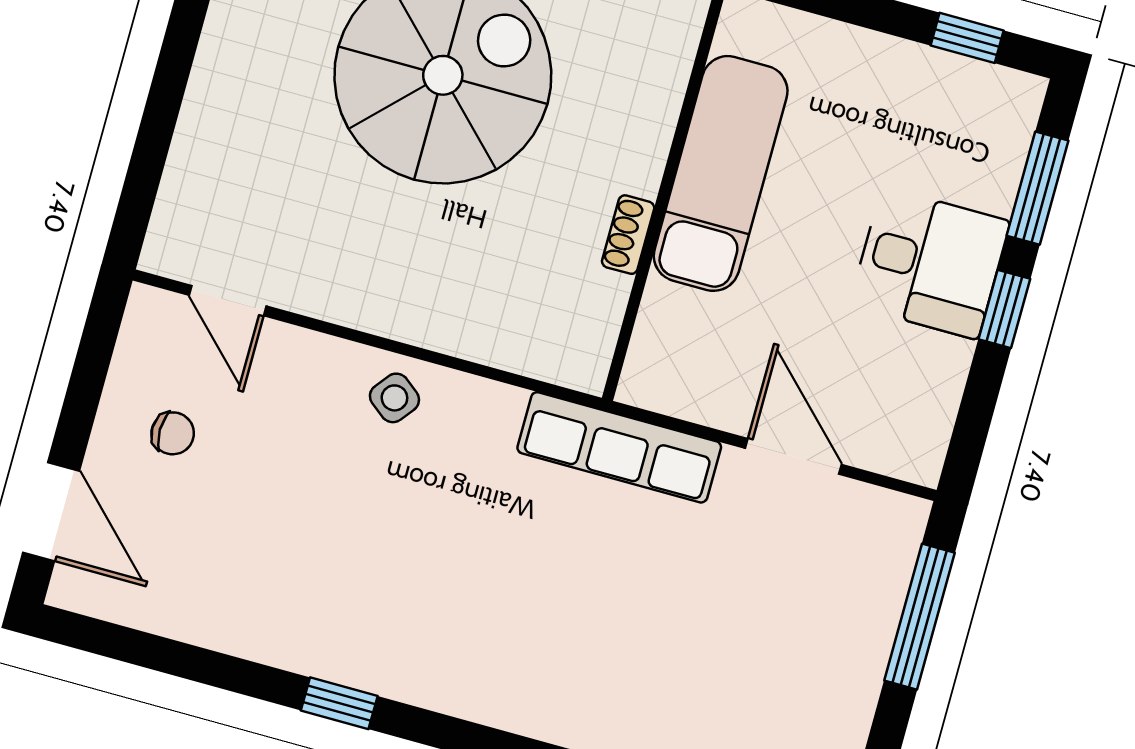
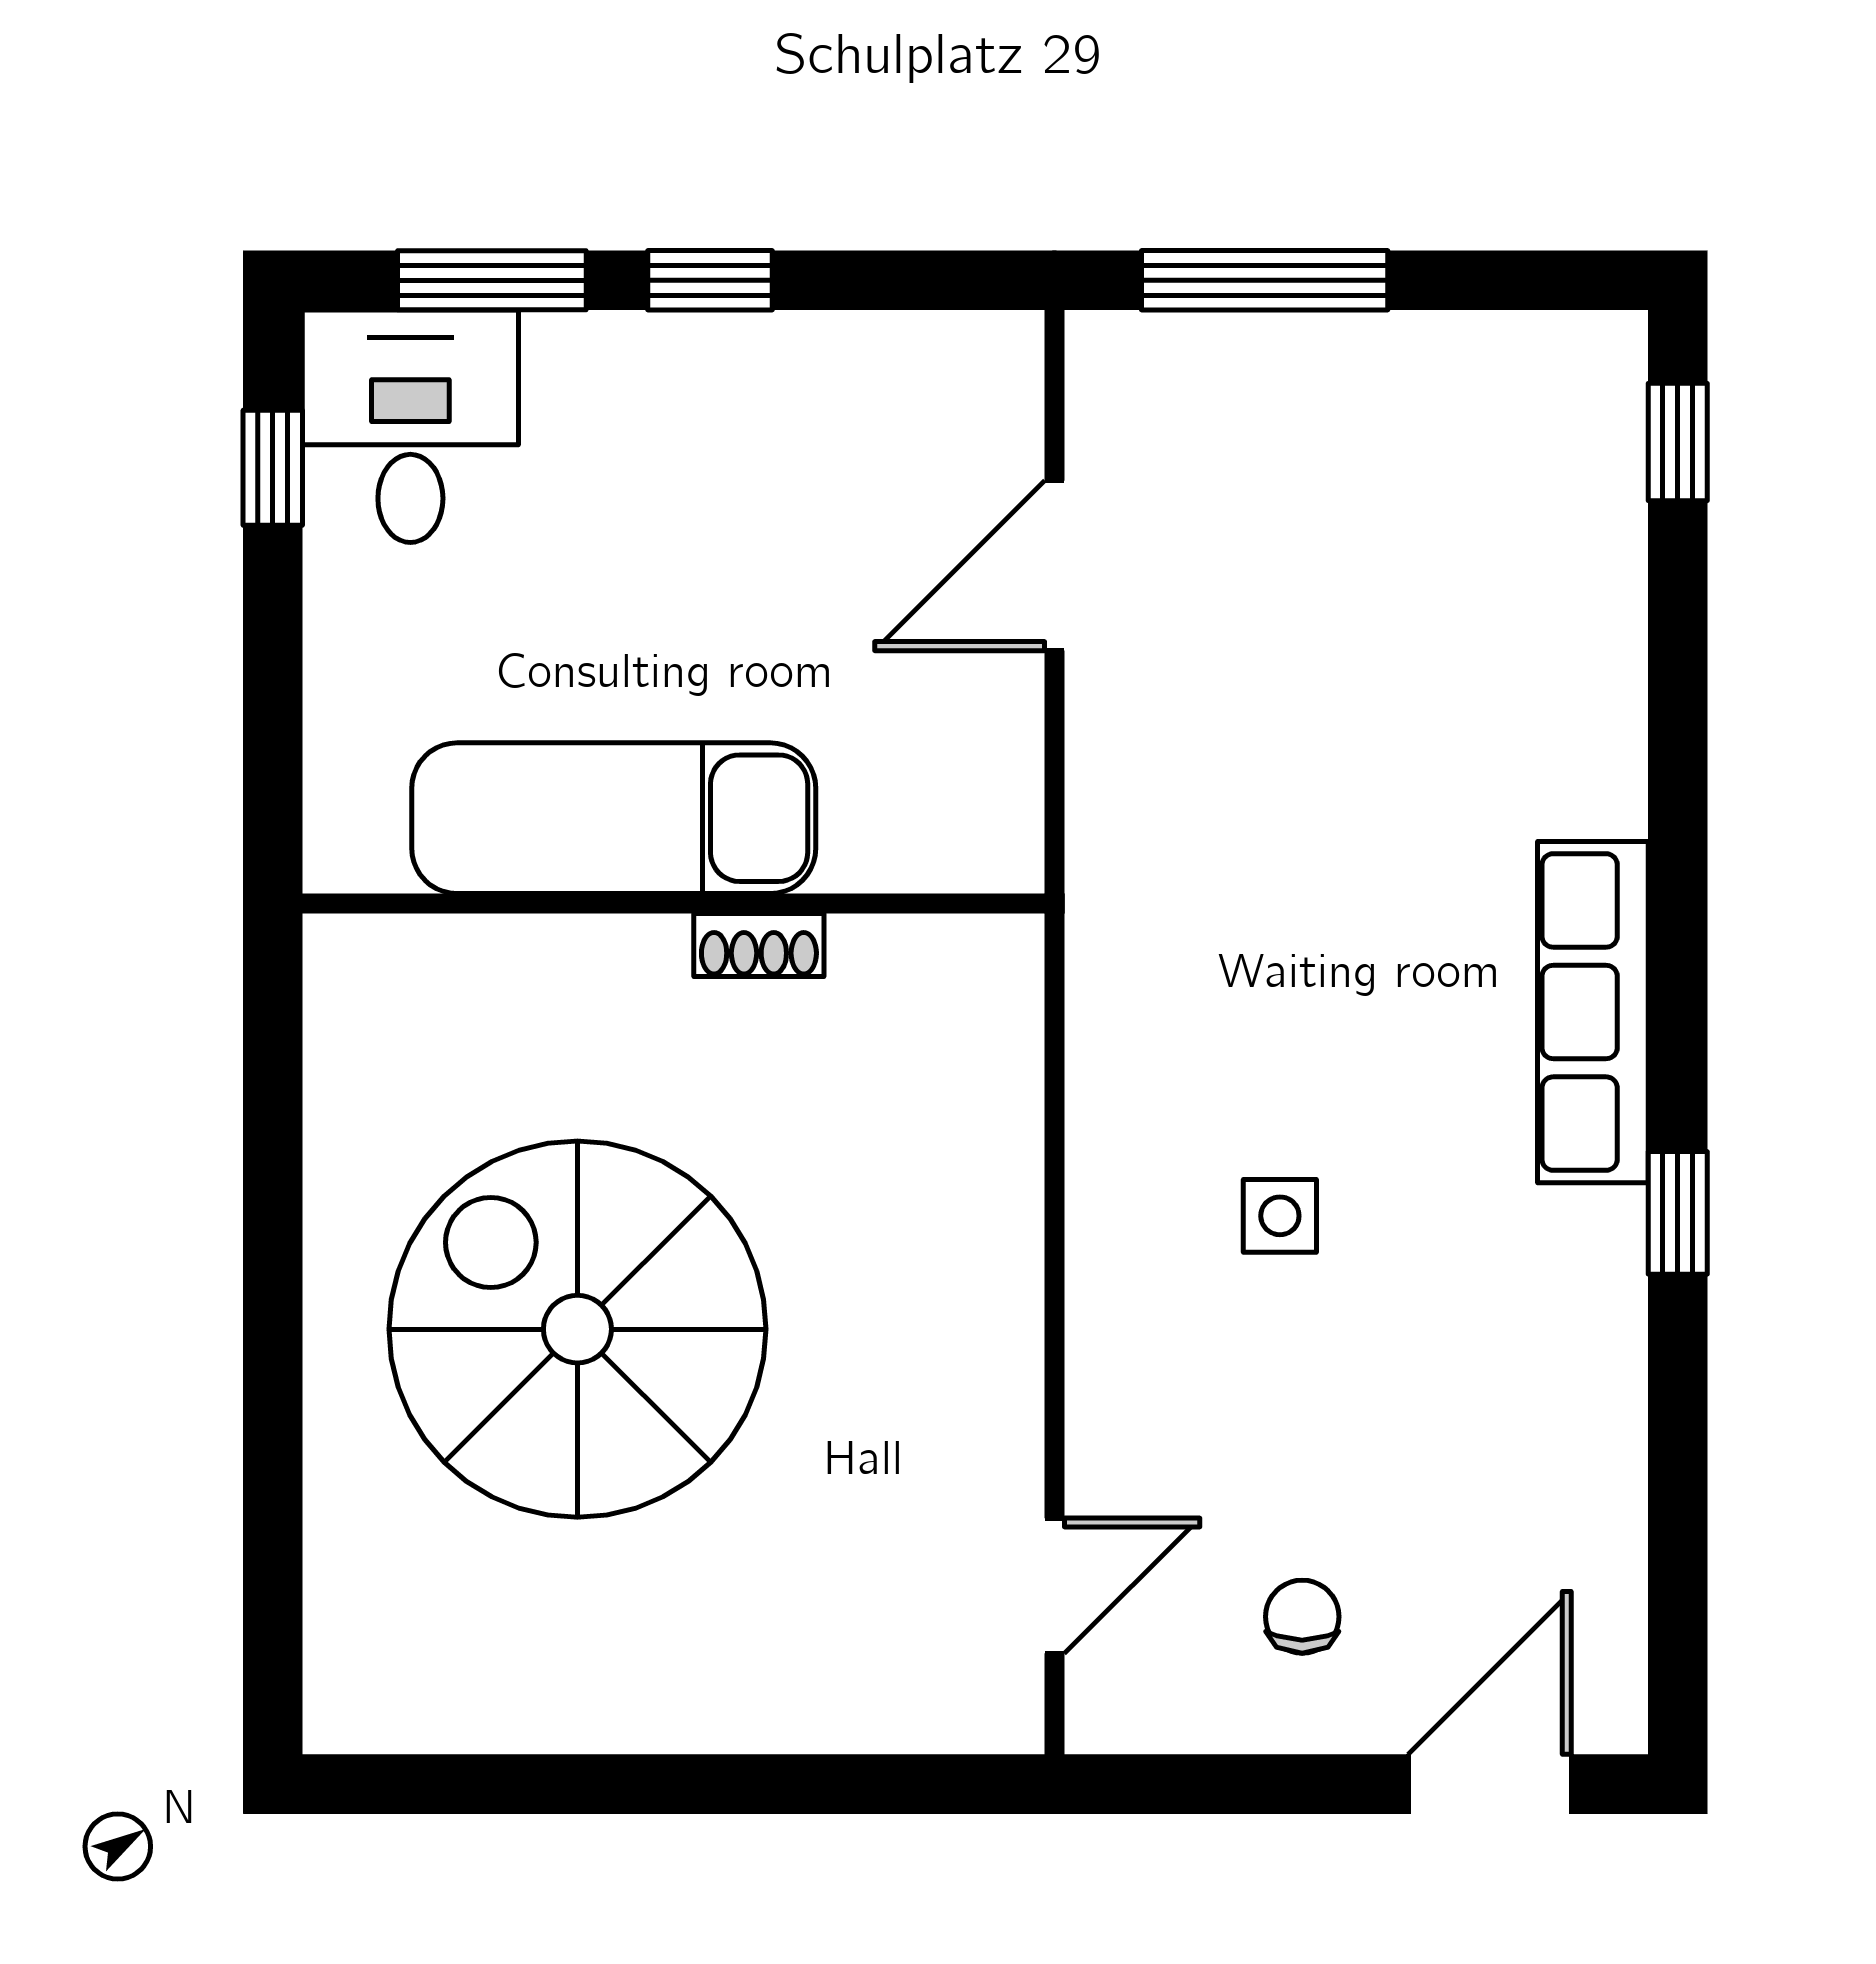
desk: (930, 263) -> (410, 426), moved
side table: (394, 398) -> (1280, 1216), moved, turned -38
row of seats: (619, 447) -> (1593, 1012), moved, turned 180

